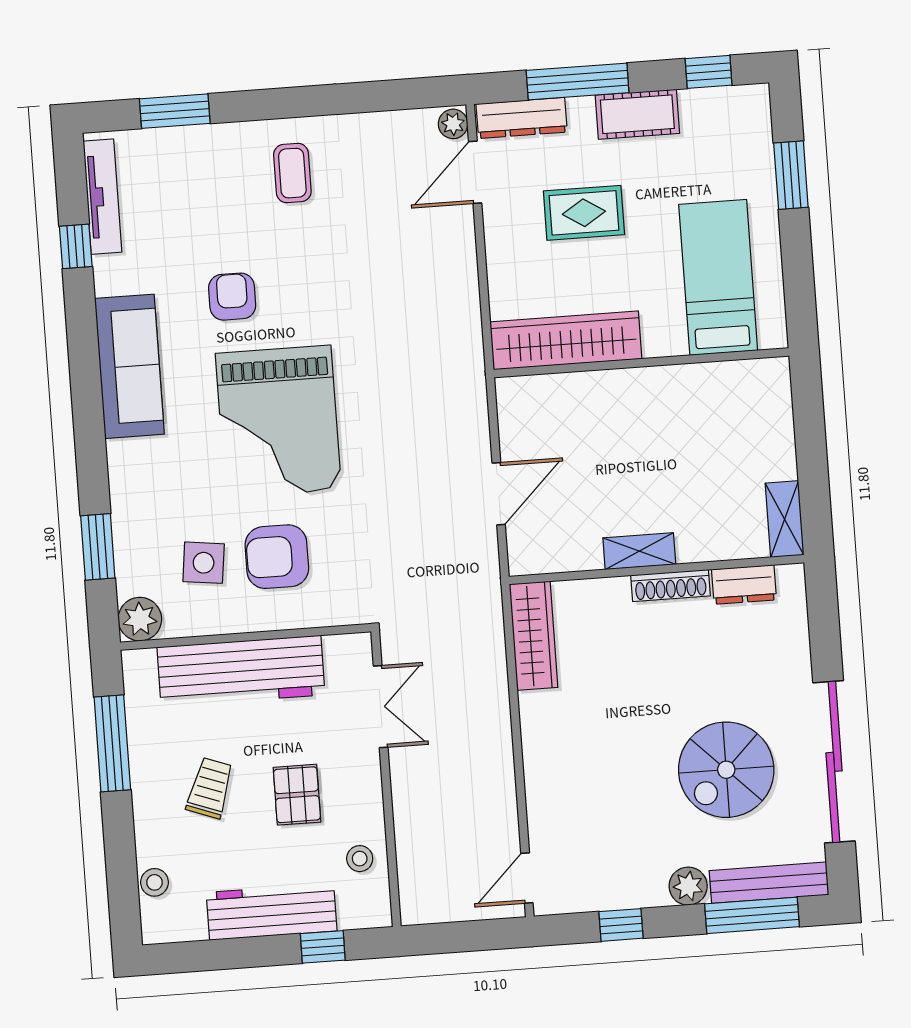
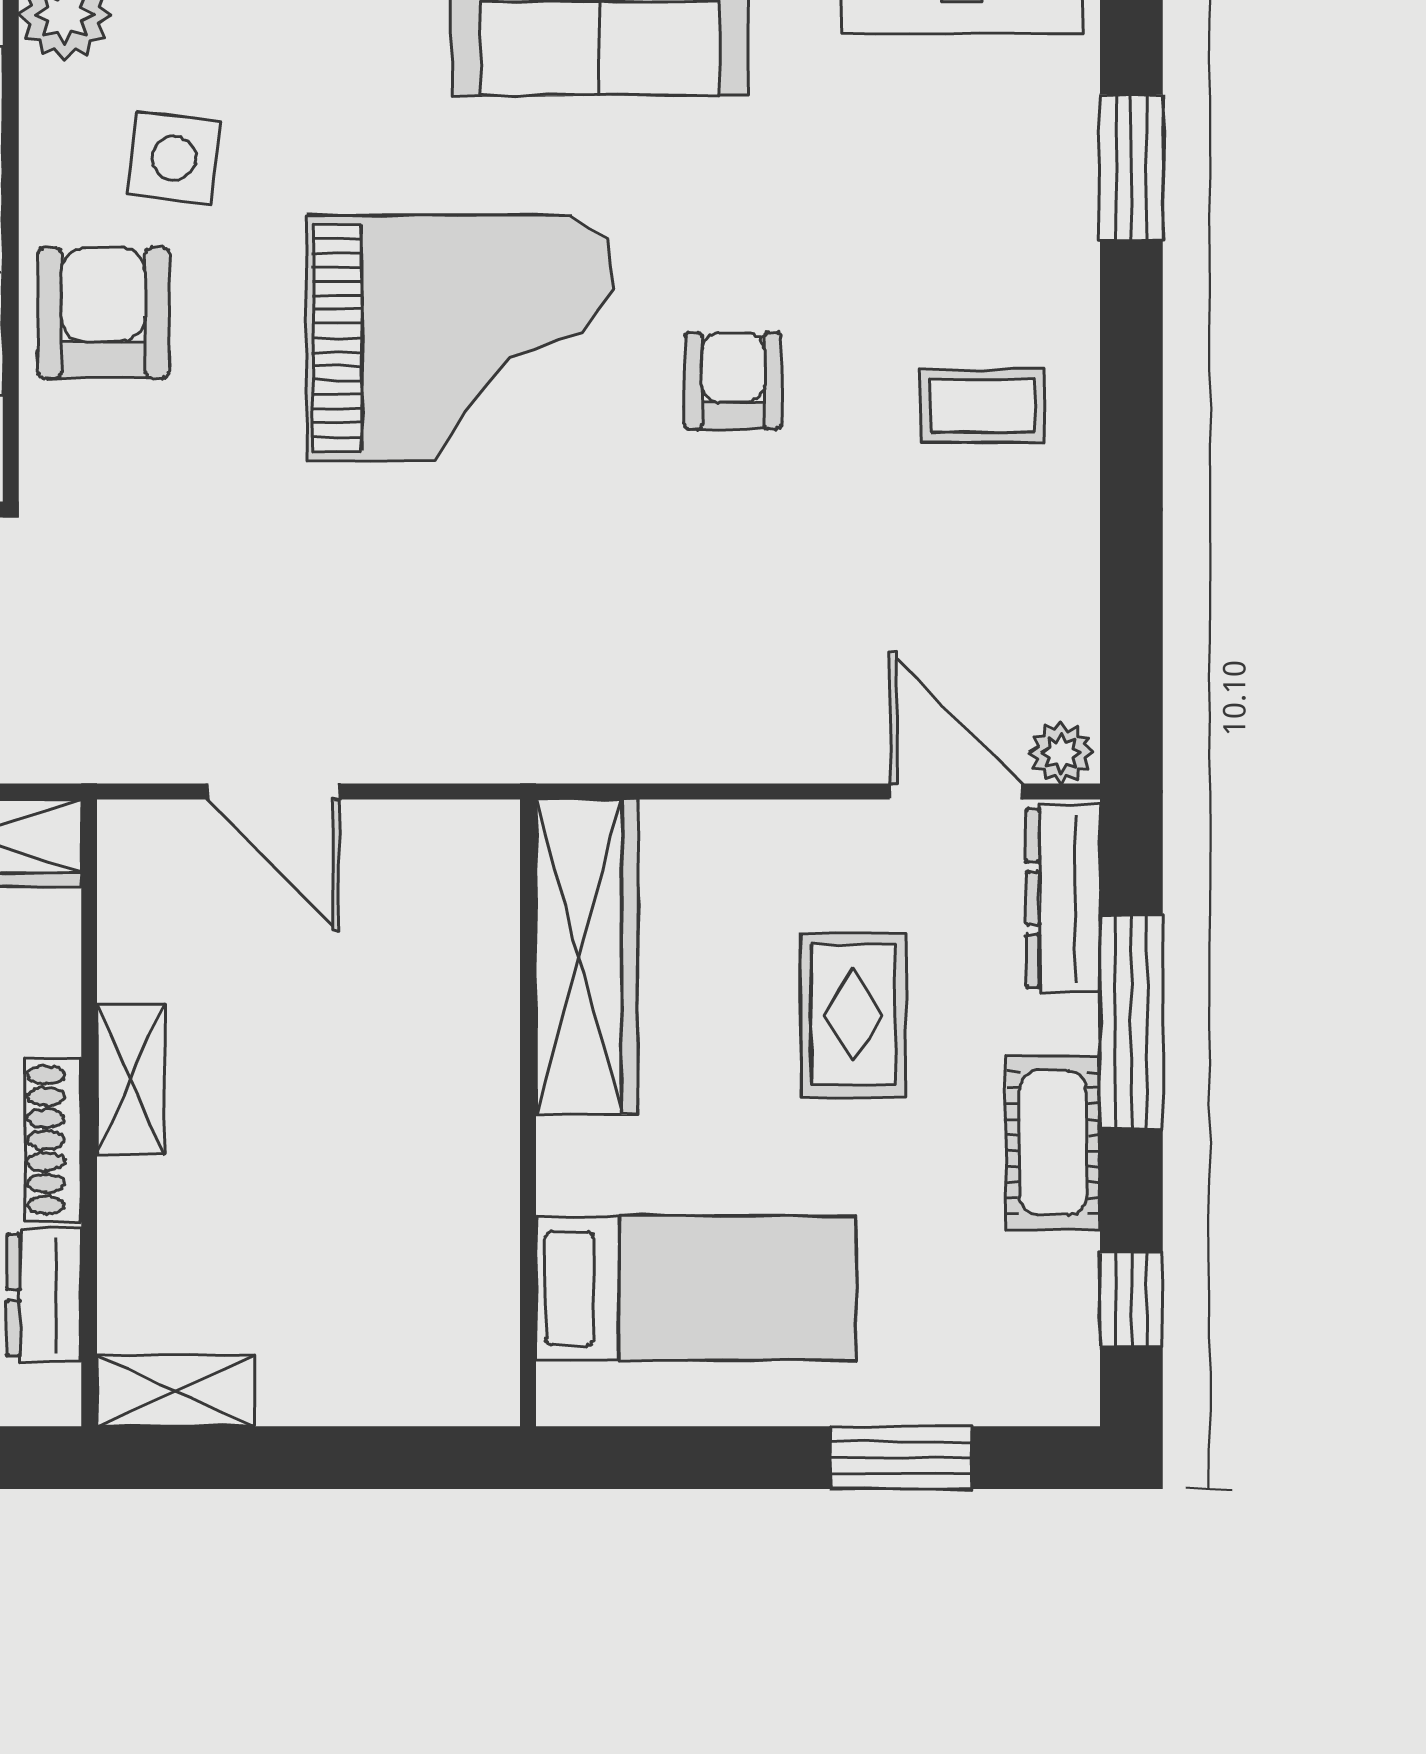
armchair: (232, 297) -> (733, 381), moved, turned -90
grand piano: (278, 422) -> (460, 338), turned 180
armchair: (277, 557) -> (103, 313), moved

